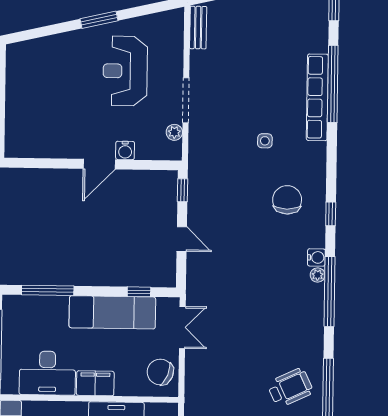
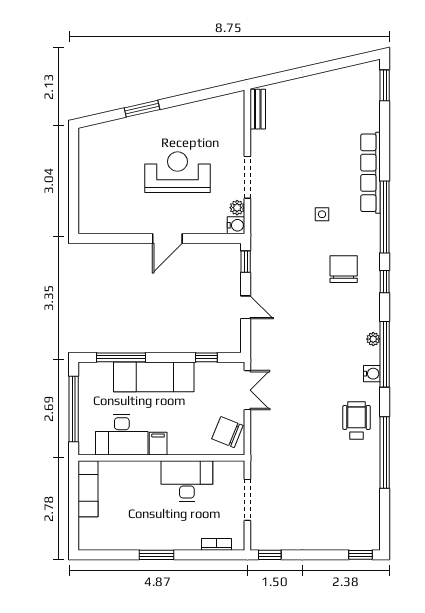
window: (99, 20) -> (142, 109), moved
reception desk: (125, 71) -> (177, 172), moved, turned 90
window: (333, 84) -> (385, 217), moved
water cooler: (125, 150) -> (236, 225), moved, turned -90
water cooler: (316, 257) -> (372, 374), moved
exam couch: (112, 312) -> (154, 377), moved
filing cabinet: (95, 383) -> (158, 444), width x0.50
wheelchair: (290, 388) -> (356, 420), moved, turned -65

